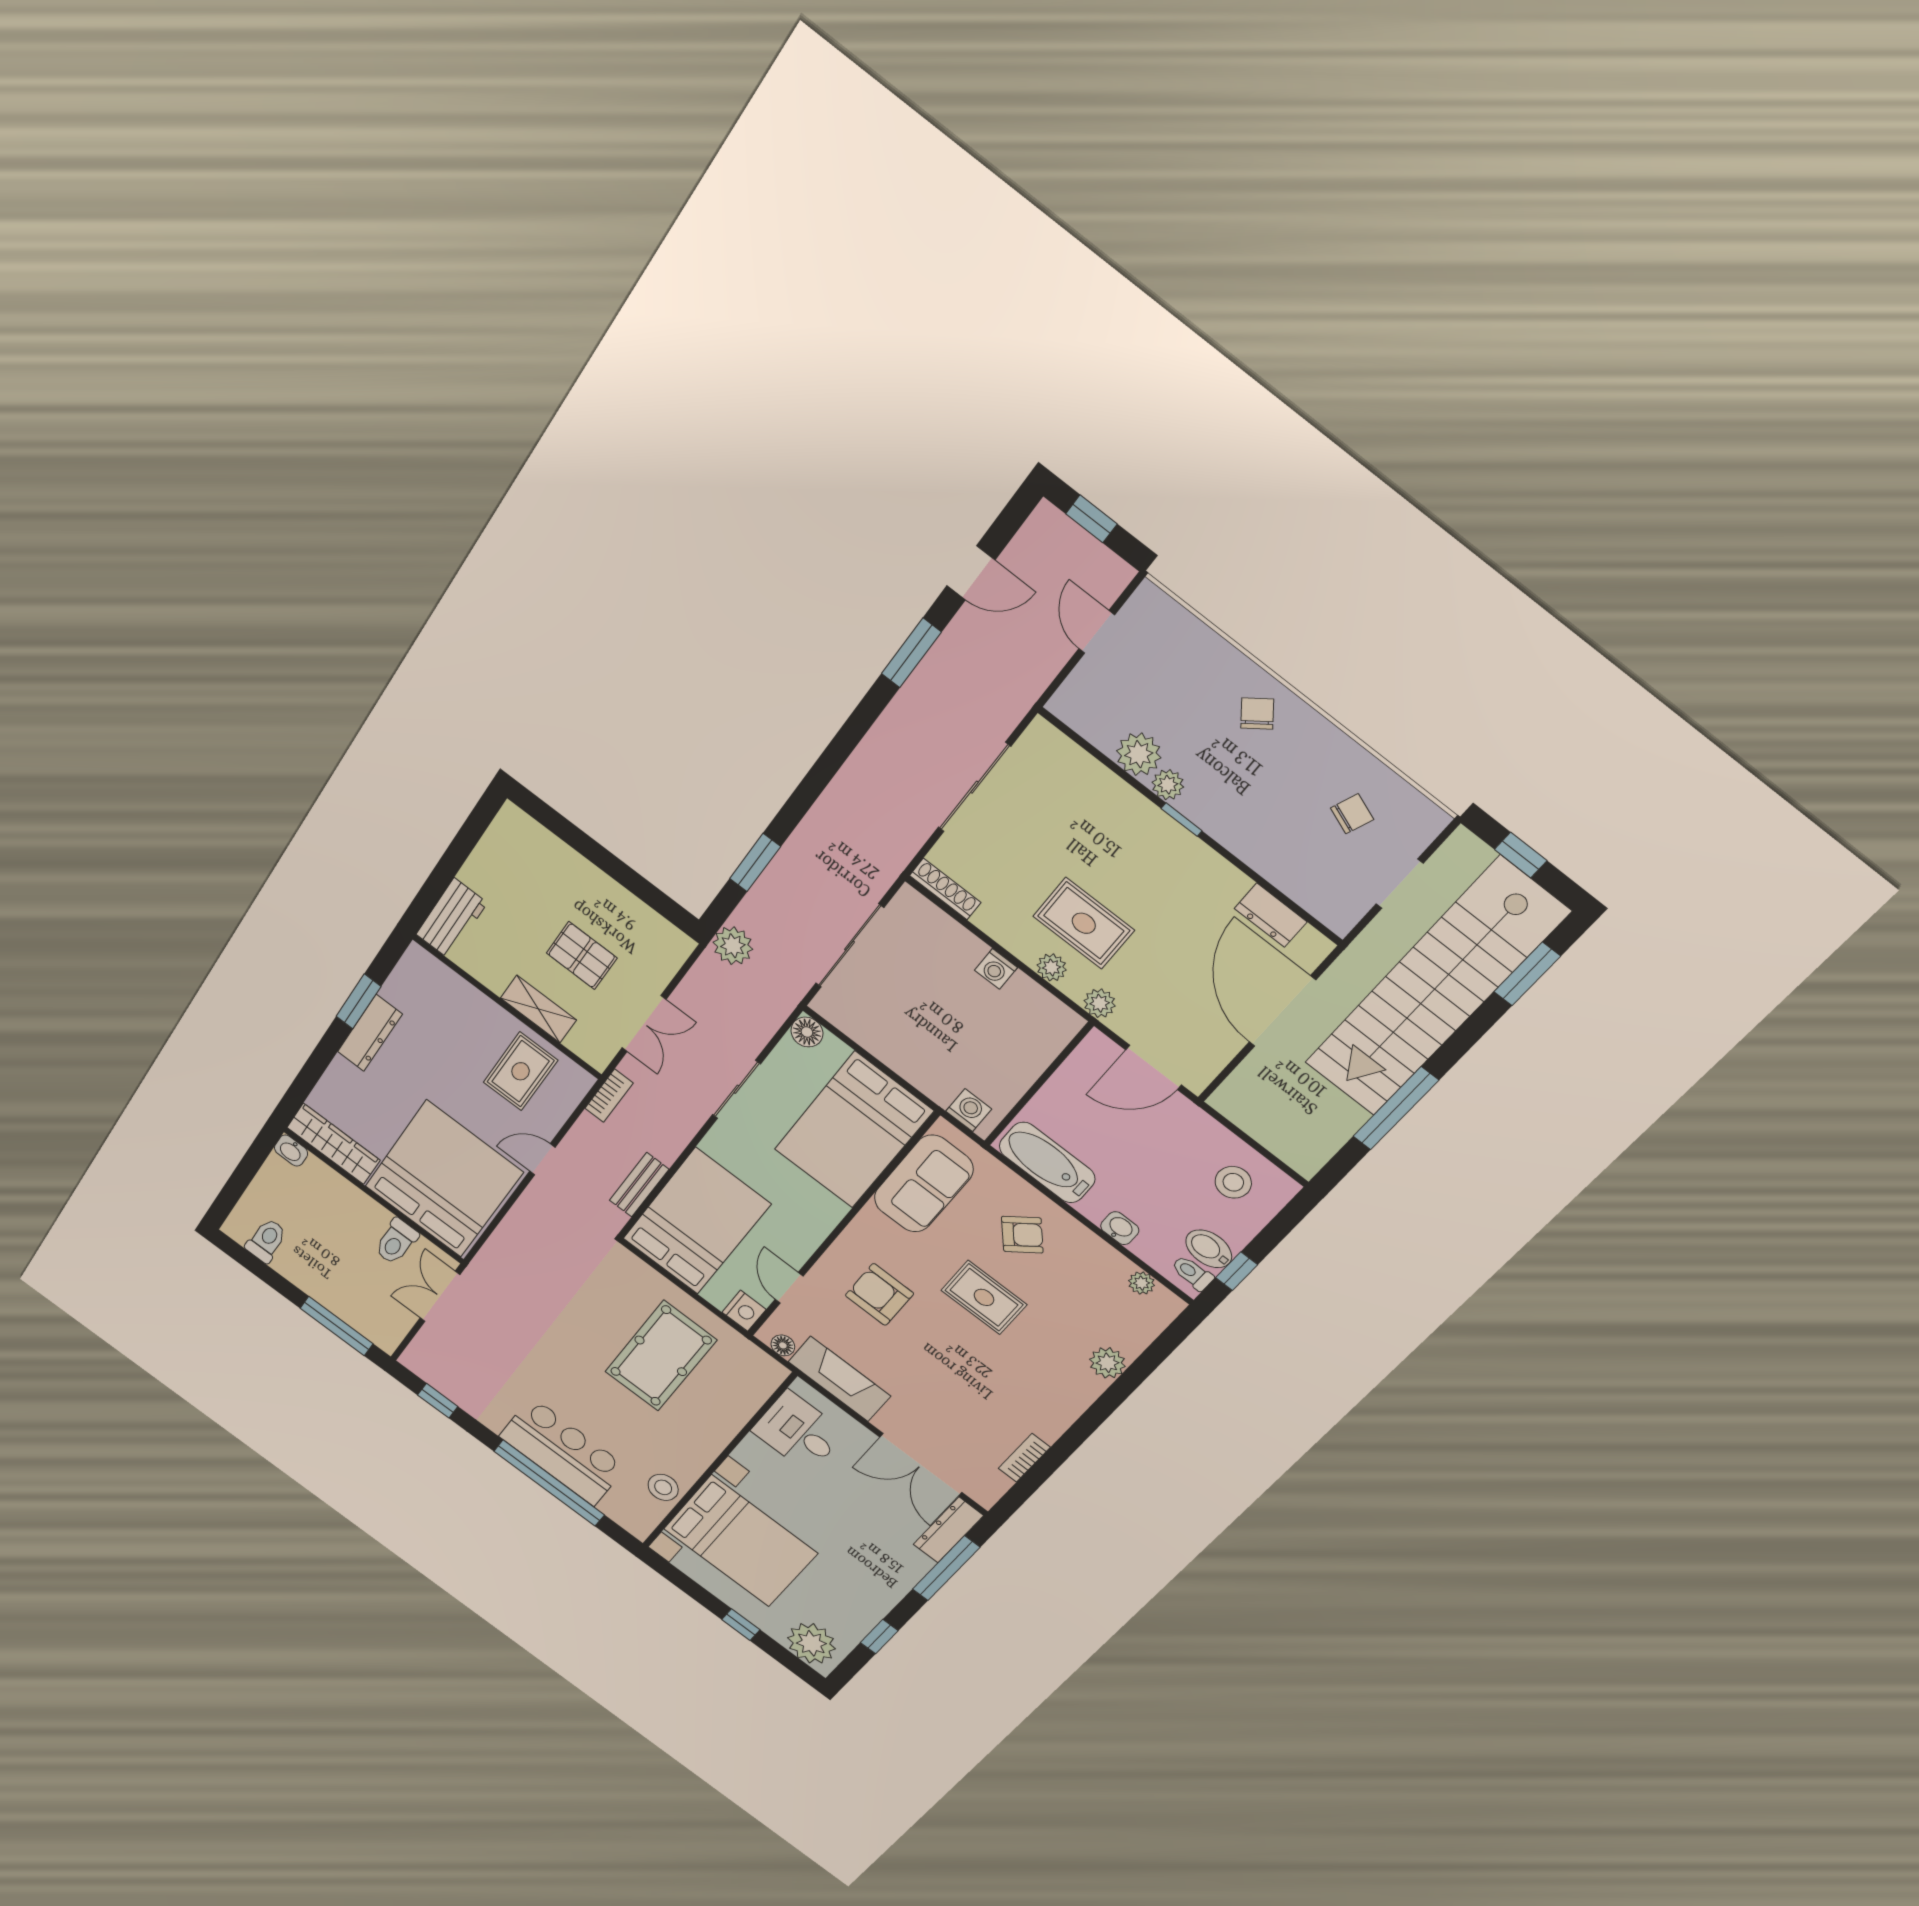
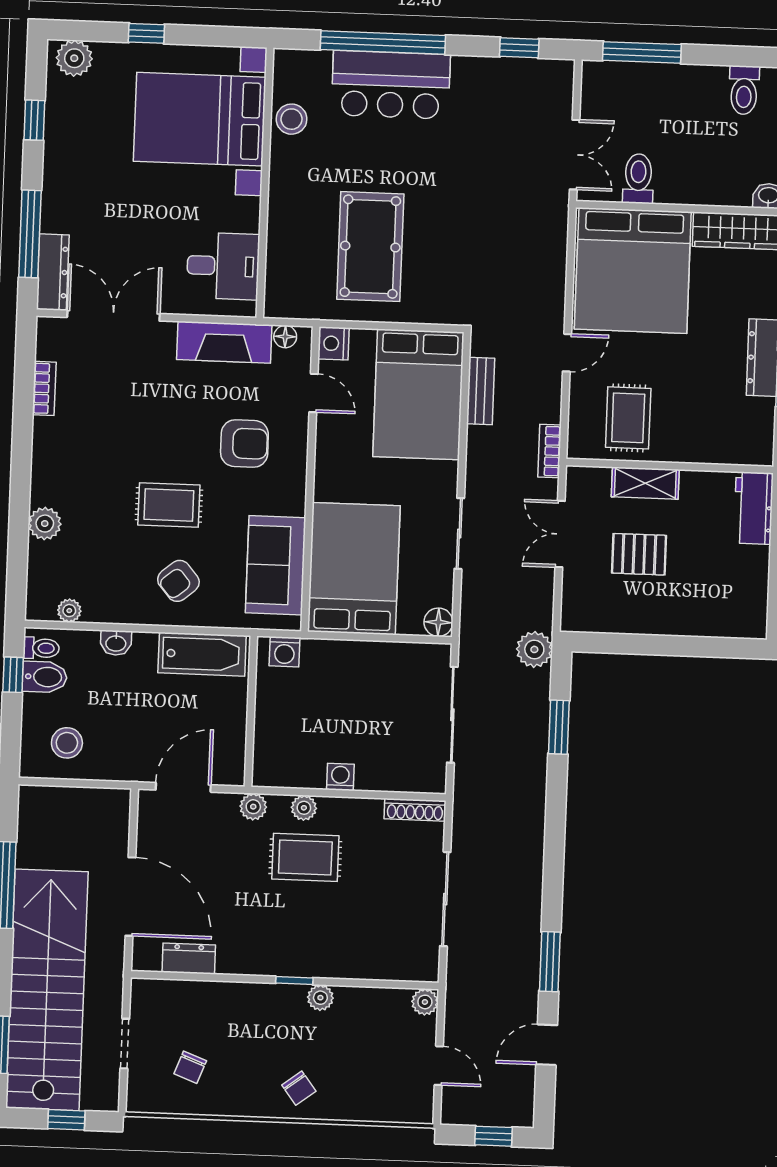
plant: (1139, 754) -> (425, 1002), moved, width x0.73, depth x0.73
plant: (811, 1643) -> (74, 58), width x0.73, depth x0.73

